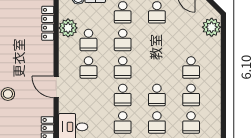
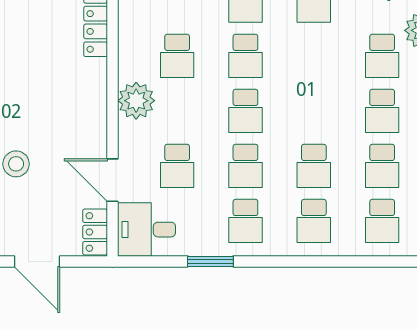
plant: (68, 28) -> (136, 101), moved
school desk: (191, 40) -> (382, 56), added
school desk: (89, 67) -> (177, 166), moved
door: (56, 87) -> (112, 180), moved

